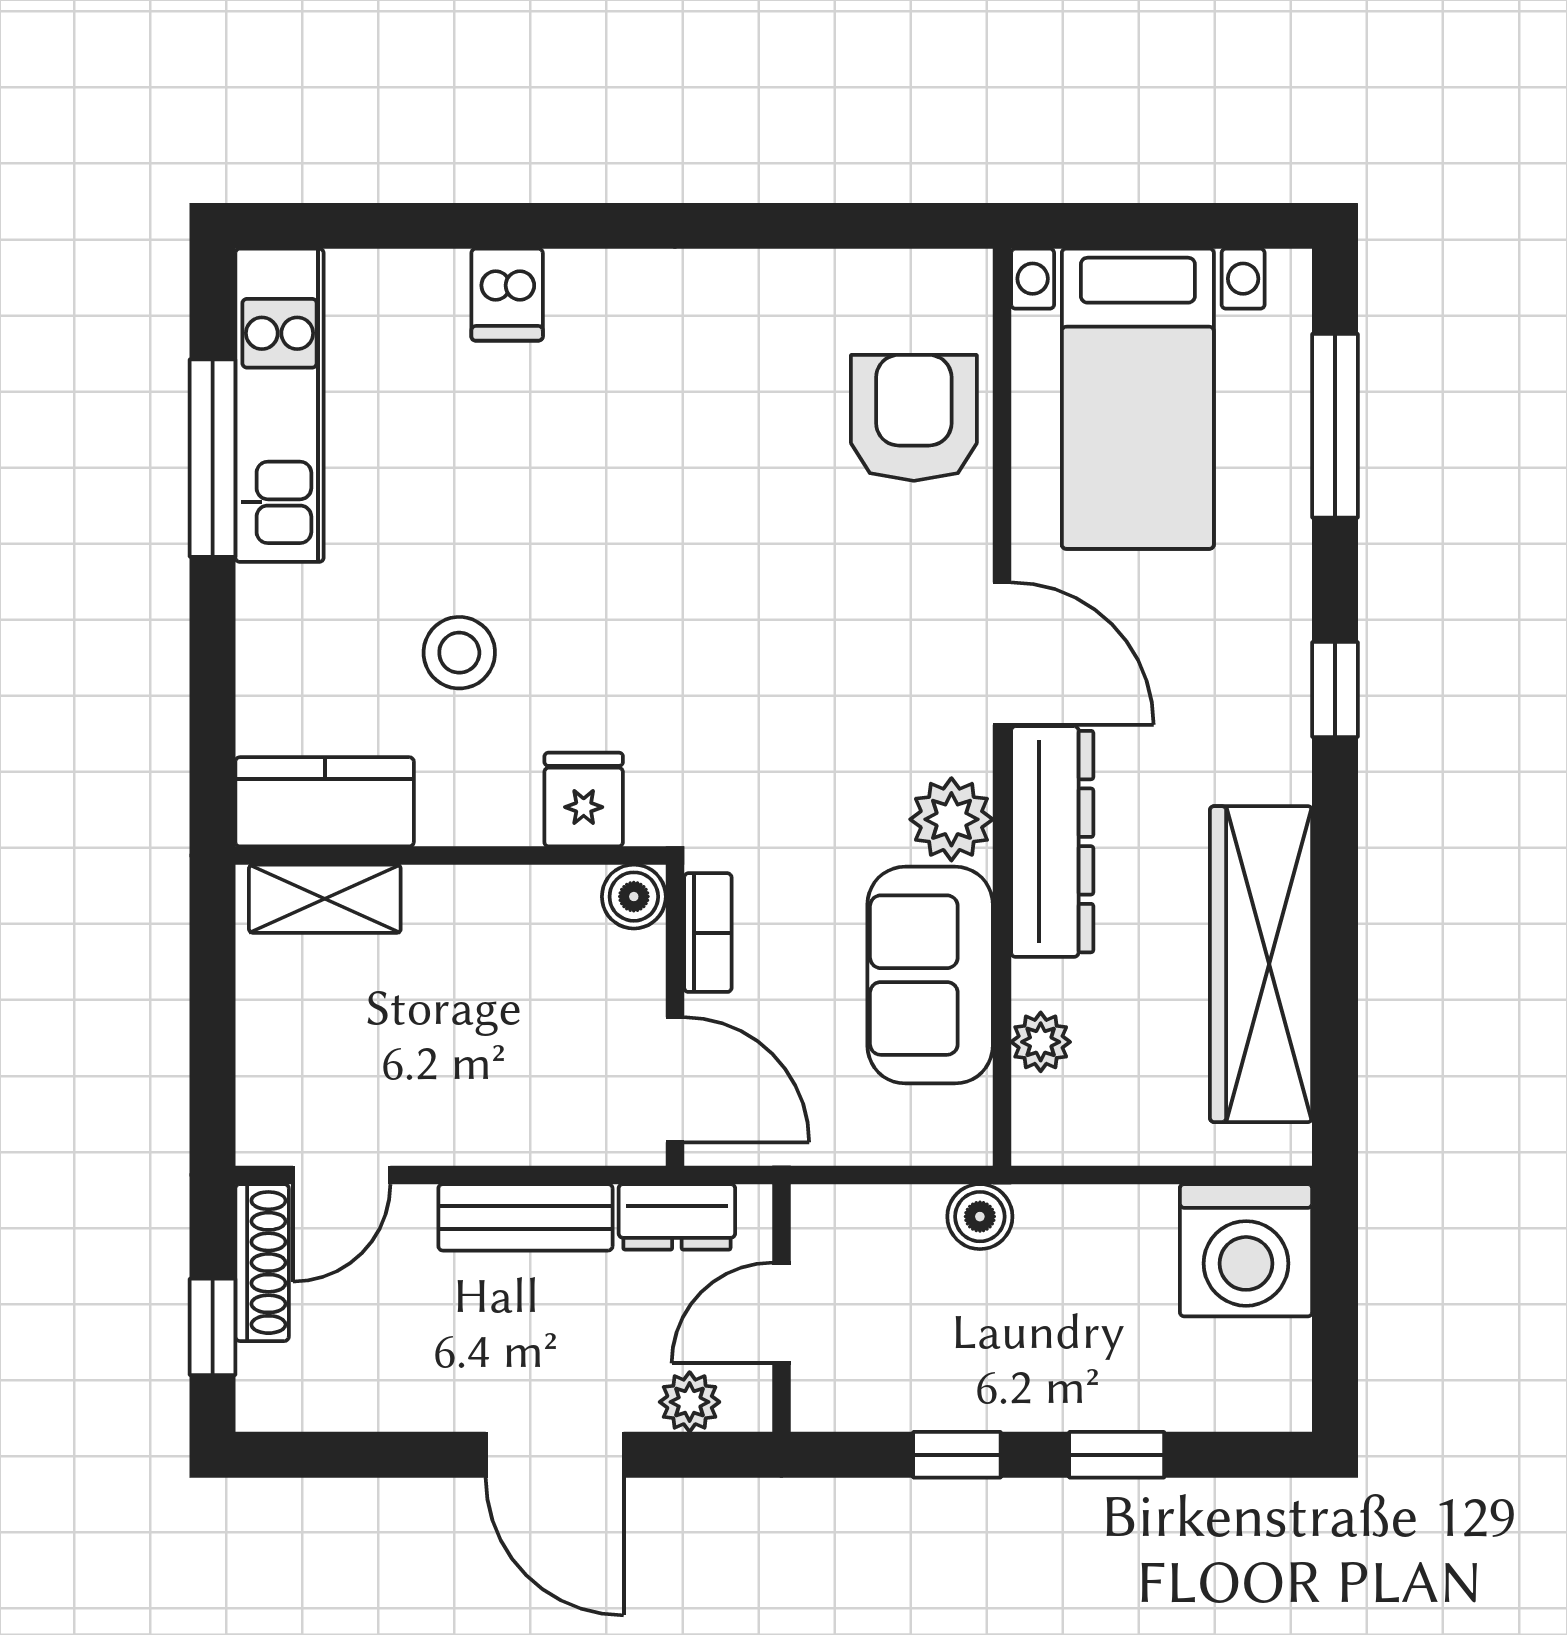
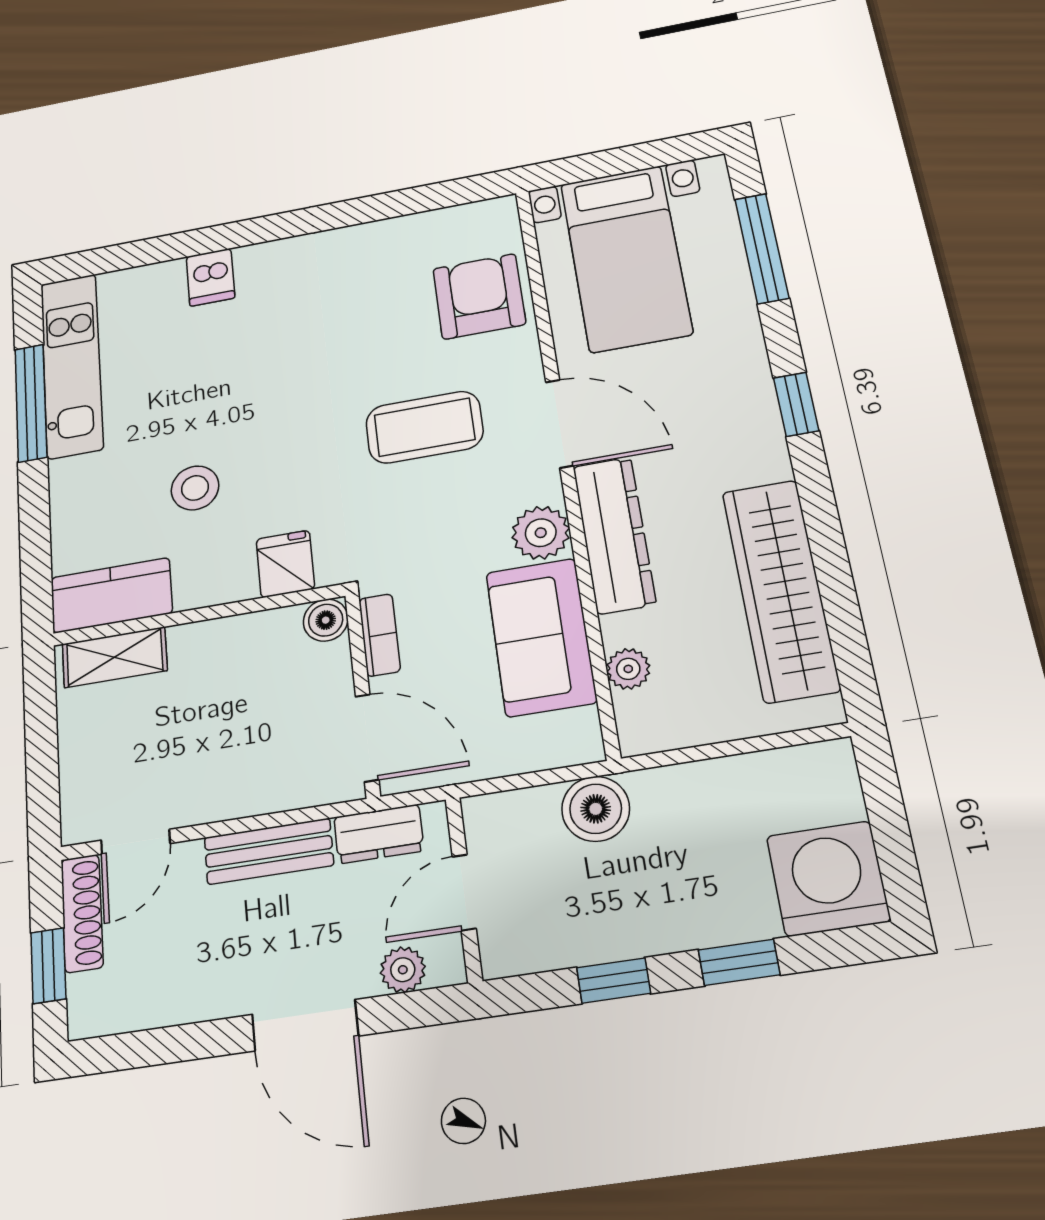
coffee table: (807, 620) -> (424, 427), added
boiler: (980, 1217) -> (596, 809), width x1.36, depth x1.36
washing machine: (1246, 1250) -> (828, 878), moved, turned 180

